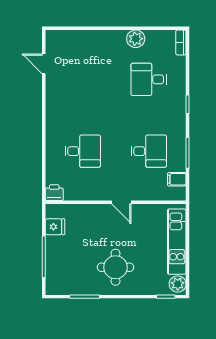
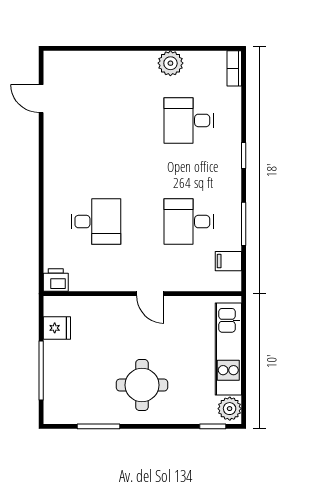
desk: (149, 151) -> (189, 222), turned 180

